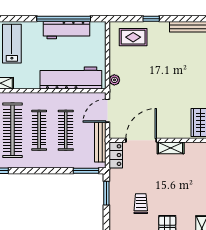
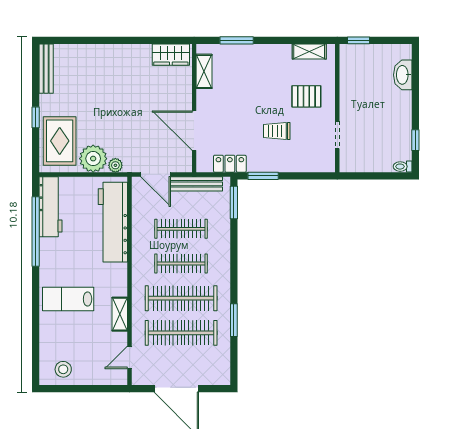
workbench: (66, 30) -> (51, 207), moved
rug: (133, 37) -> (60, 141), width x1.36, depth x1.43
plant: (120, 63) -> (93, 159), added
shelving: (171, 148) -> (204, 71), moved
locker: (116, 155) -> (230, 164), moved

